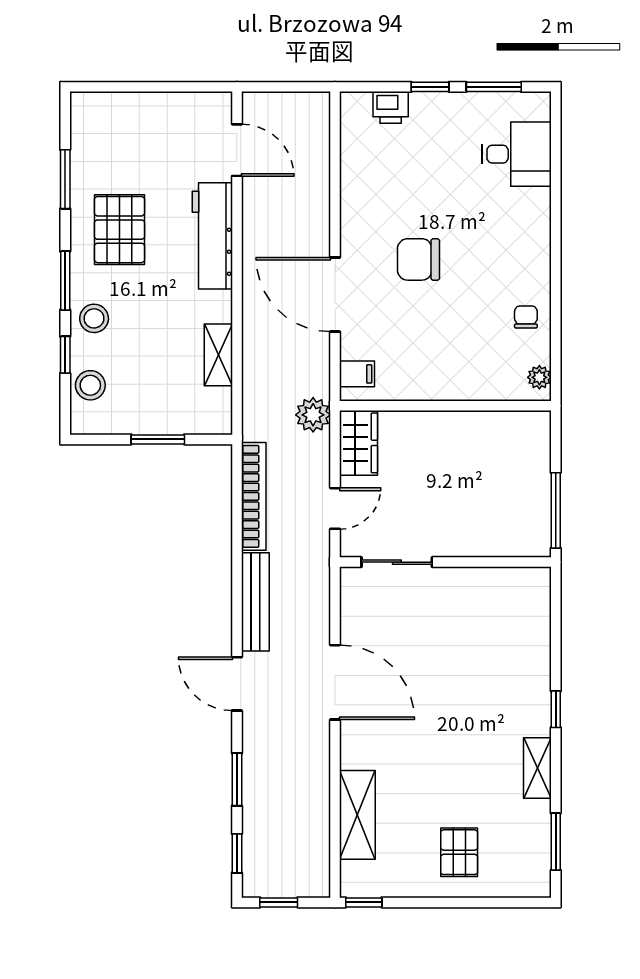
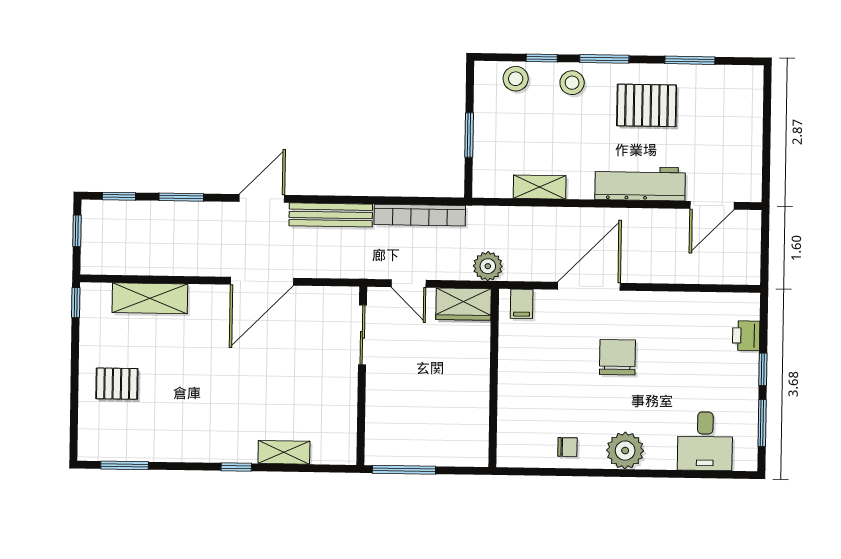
plant: (539, 377) -> (625, 451), moved, width x1.88, depth x1.88
shelving: (537, 768) -> (284, 452), moved

